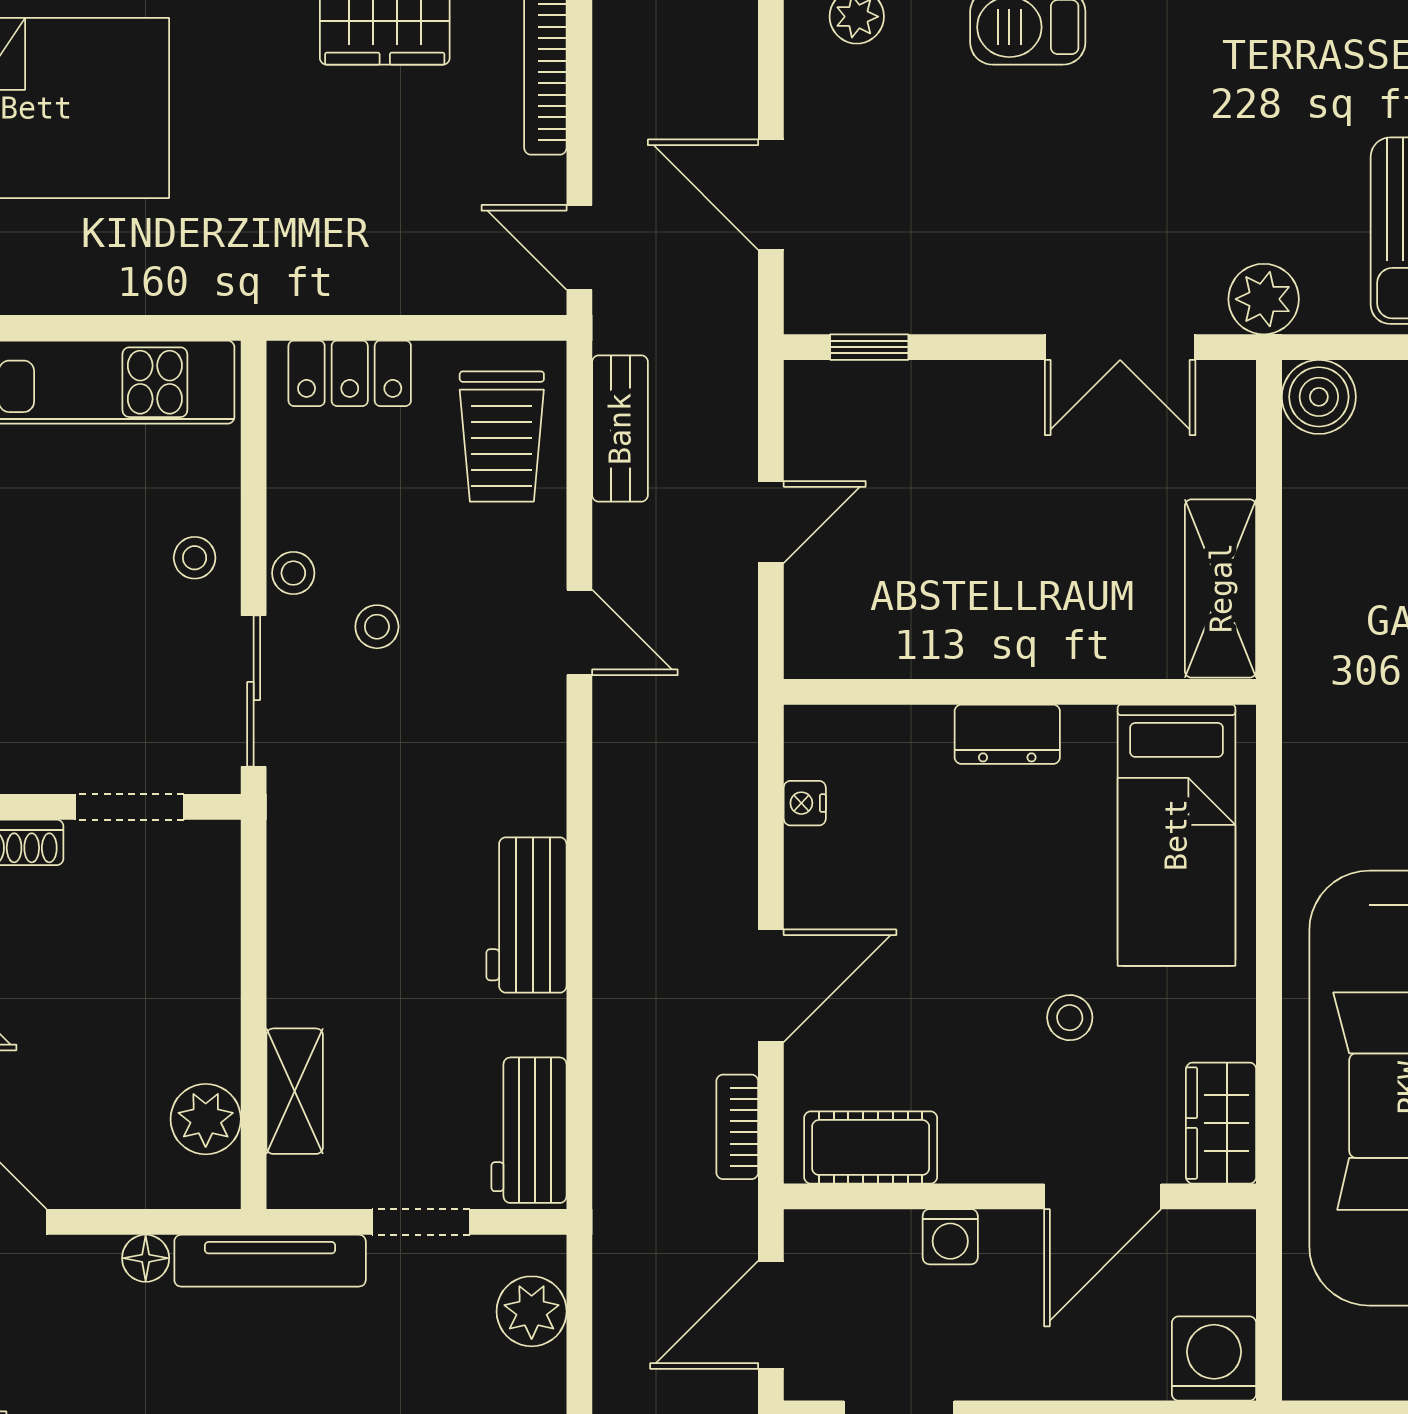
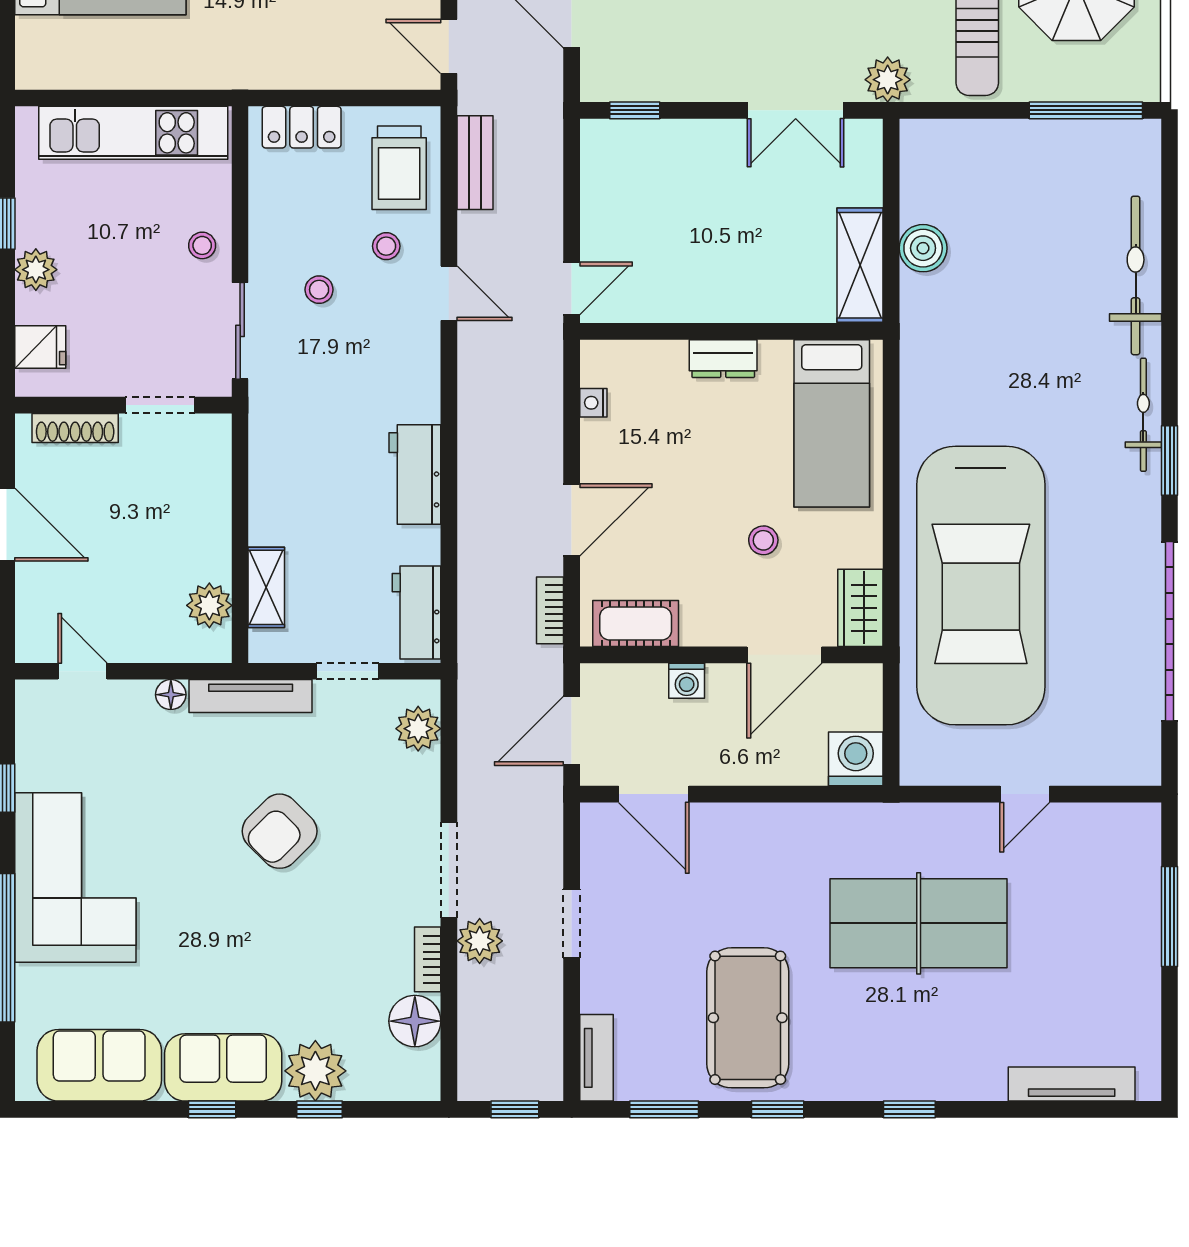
boiler: (1319, 397) -> (923, 248), moved
door: (771, 522) -> (572, 288), moved
stool: (293, 573) -> (386, 246), moved

